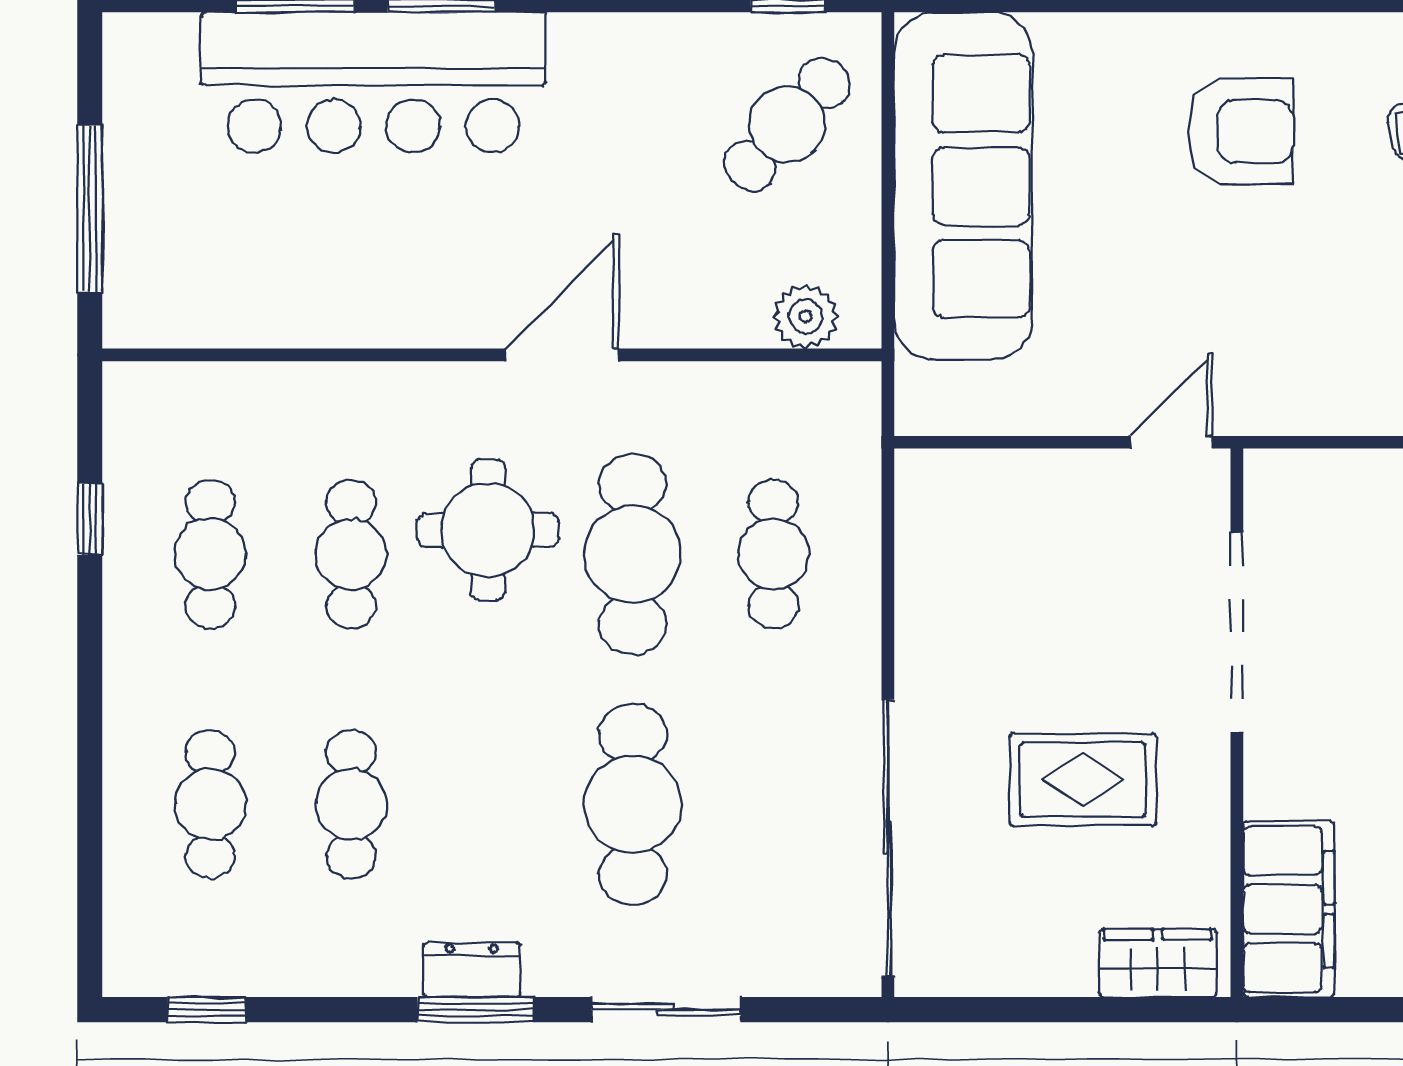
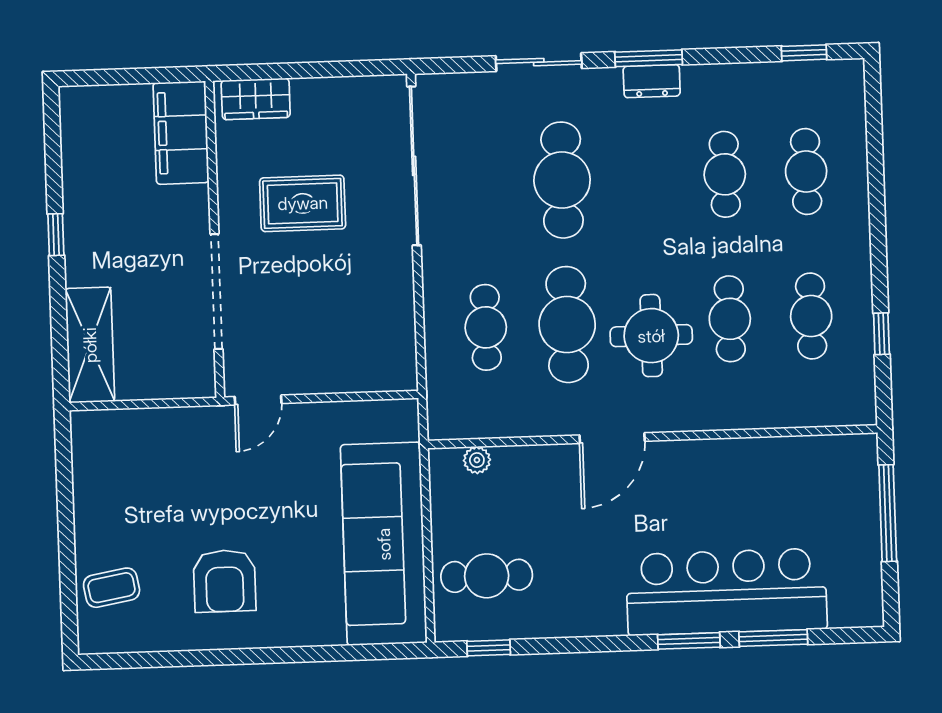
cafe table: (787, 124) -> (487, 576), turned 48
armchair: (1240, 131) -> (225, 581), turned -90
plant: (806, 316) -> (477, 460), width x0.73, depth x0.73

